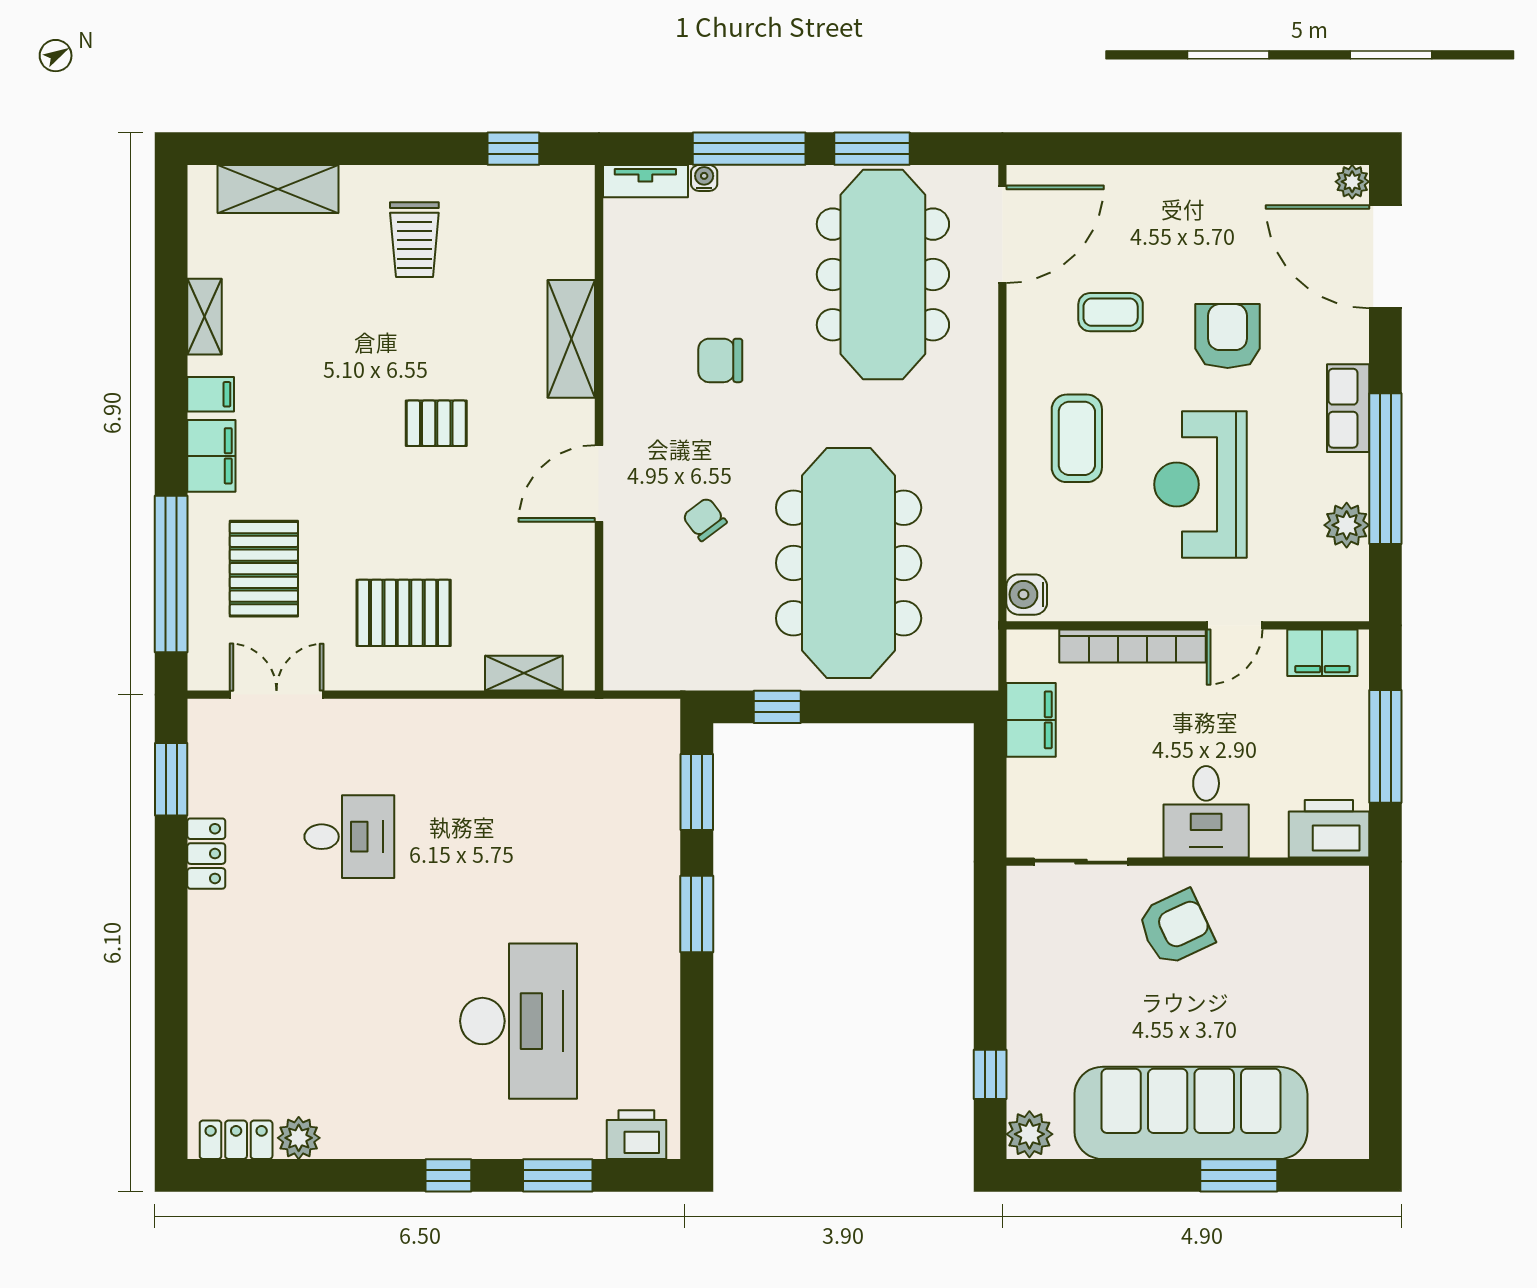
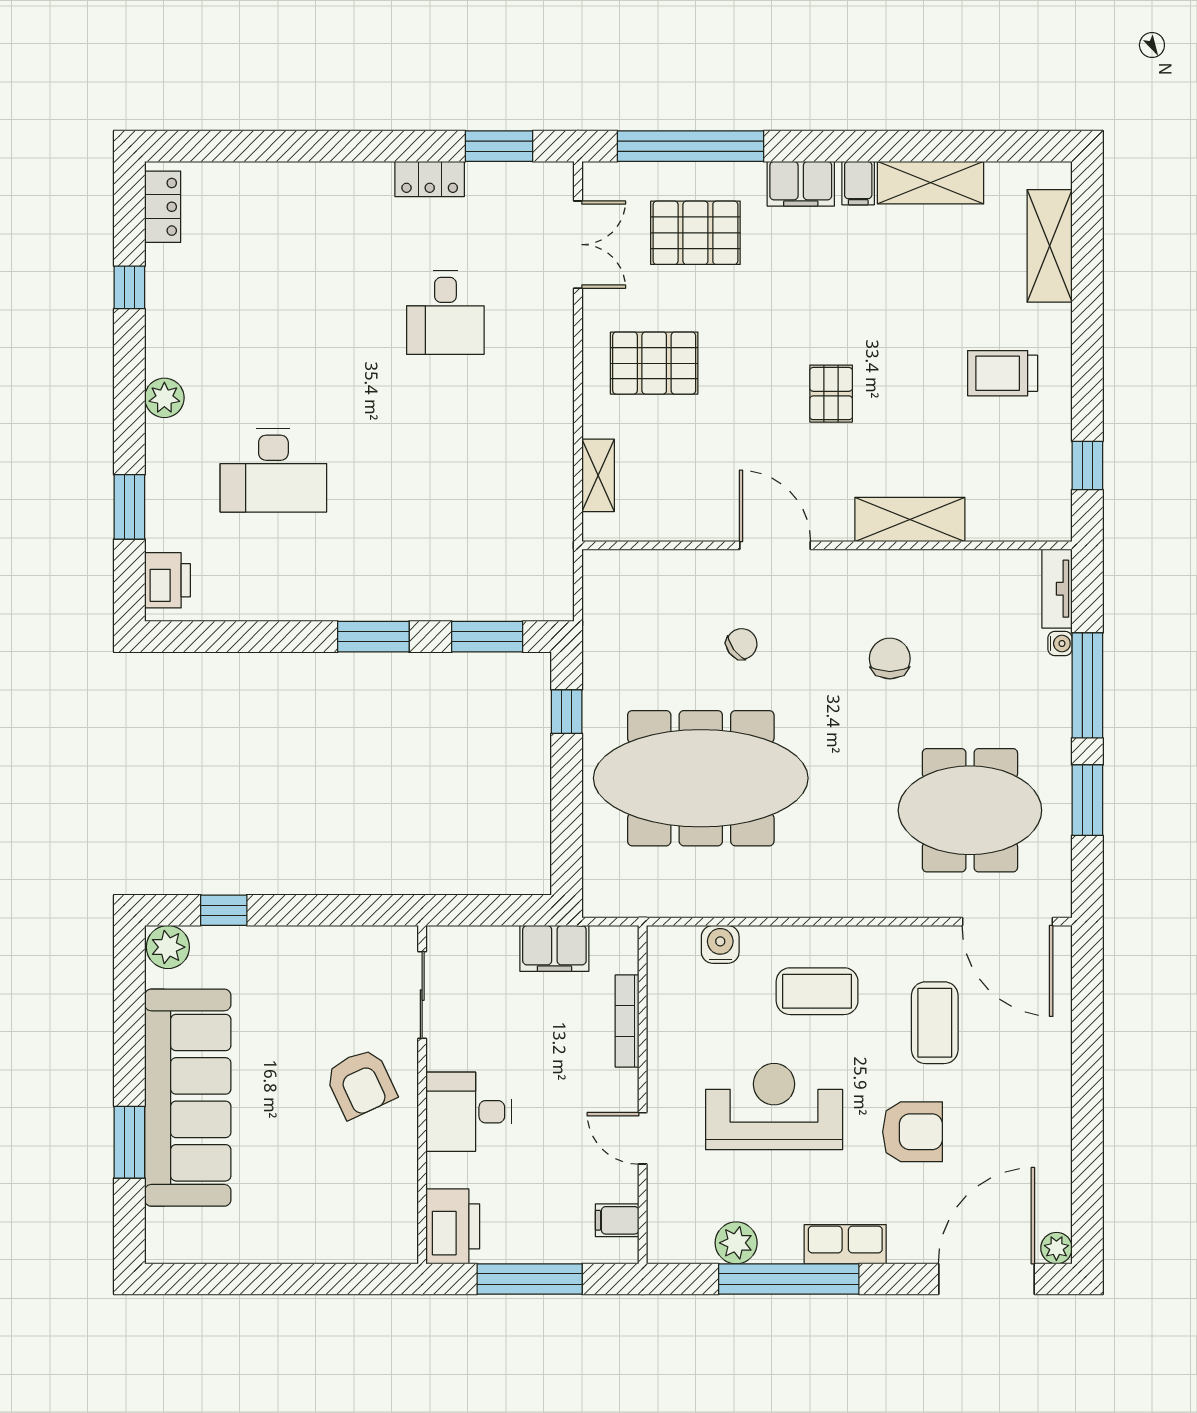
meeting table: (883, 274) -> (970, 810), width x0.73
coffee table: (1111, 312) -> (935, 1023), width x1.36, depth x1.30
shelving: (204, 317) -> (931, 183), width x1.50, depth x1.33
water cooler: (1027, 595) -> (720, 944), moved
pallet: (404, 613) -> (654, 363), turned 90
bookcase: (1132, 646) -> (627, 1021), width x0.68, depth x0.76
filing cabinet: (1322, 653) -> (617, 1220), width x0.50
desk: (518, 1021) -> (273, 470), width x0.73, depth x0.77
plant: (299, 1138) -> (164, 398), moved
window: (448, 1175) -> (129, 287), moved

